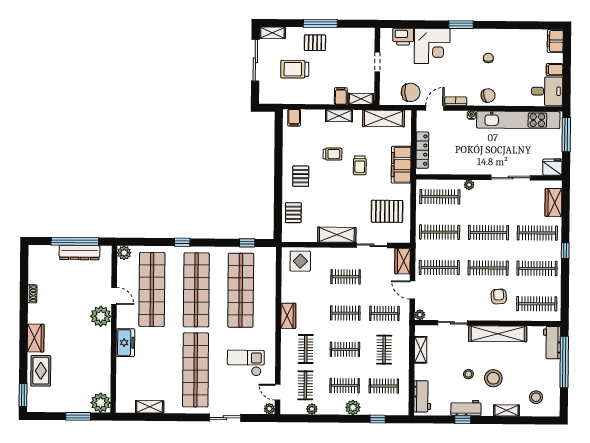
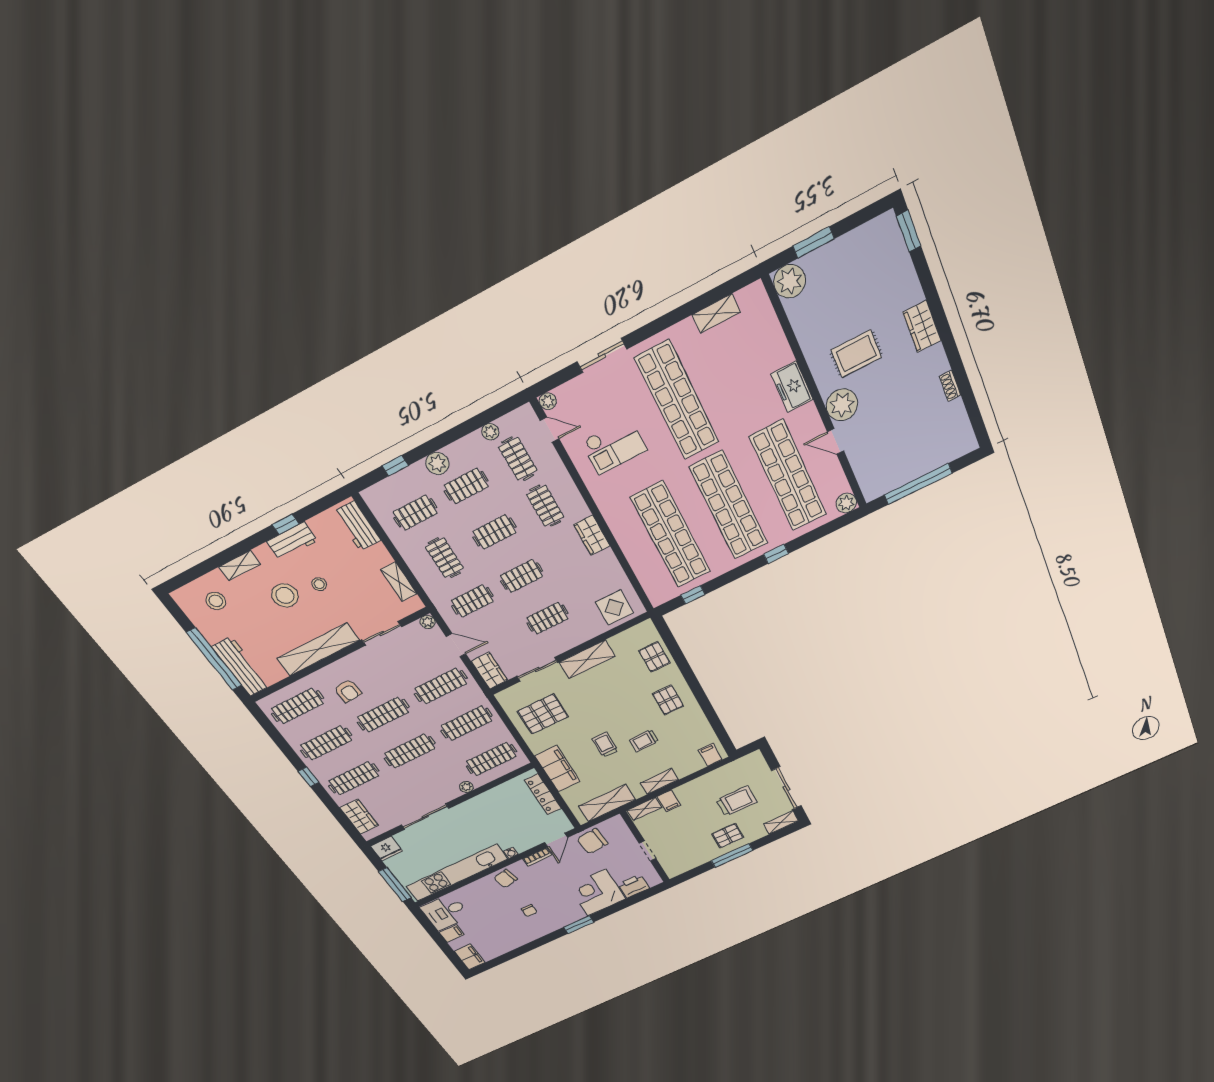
dresser: (79, 253) -> (906, 473), removed
workbench: (552, 343) -> (241, 667), width x1.38
rug: (41, 371) -> (856, 354), moved, turned 90

